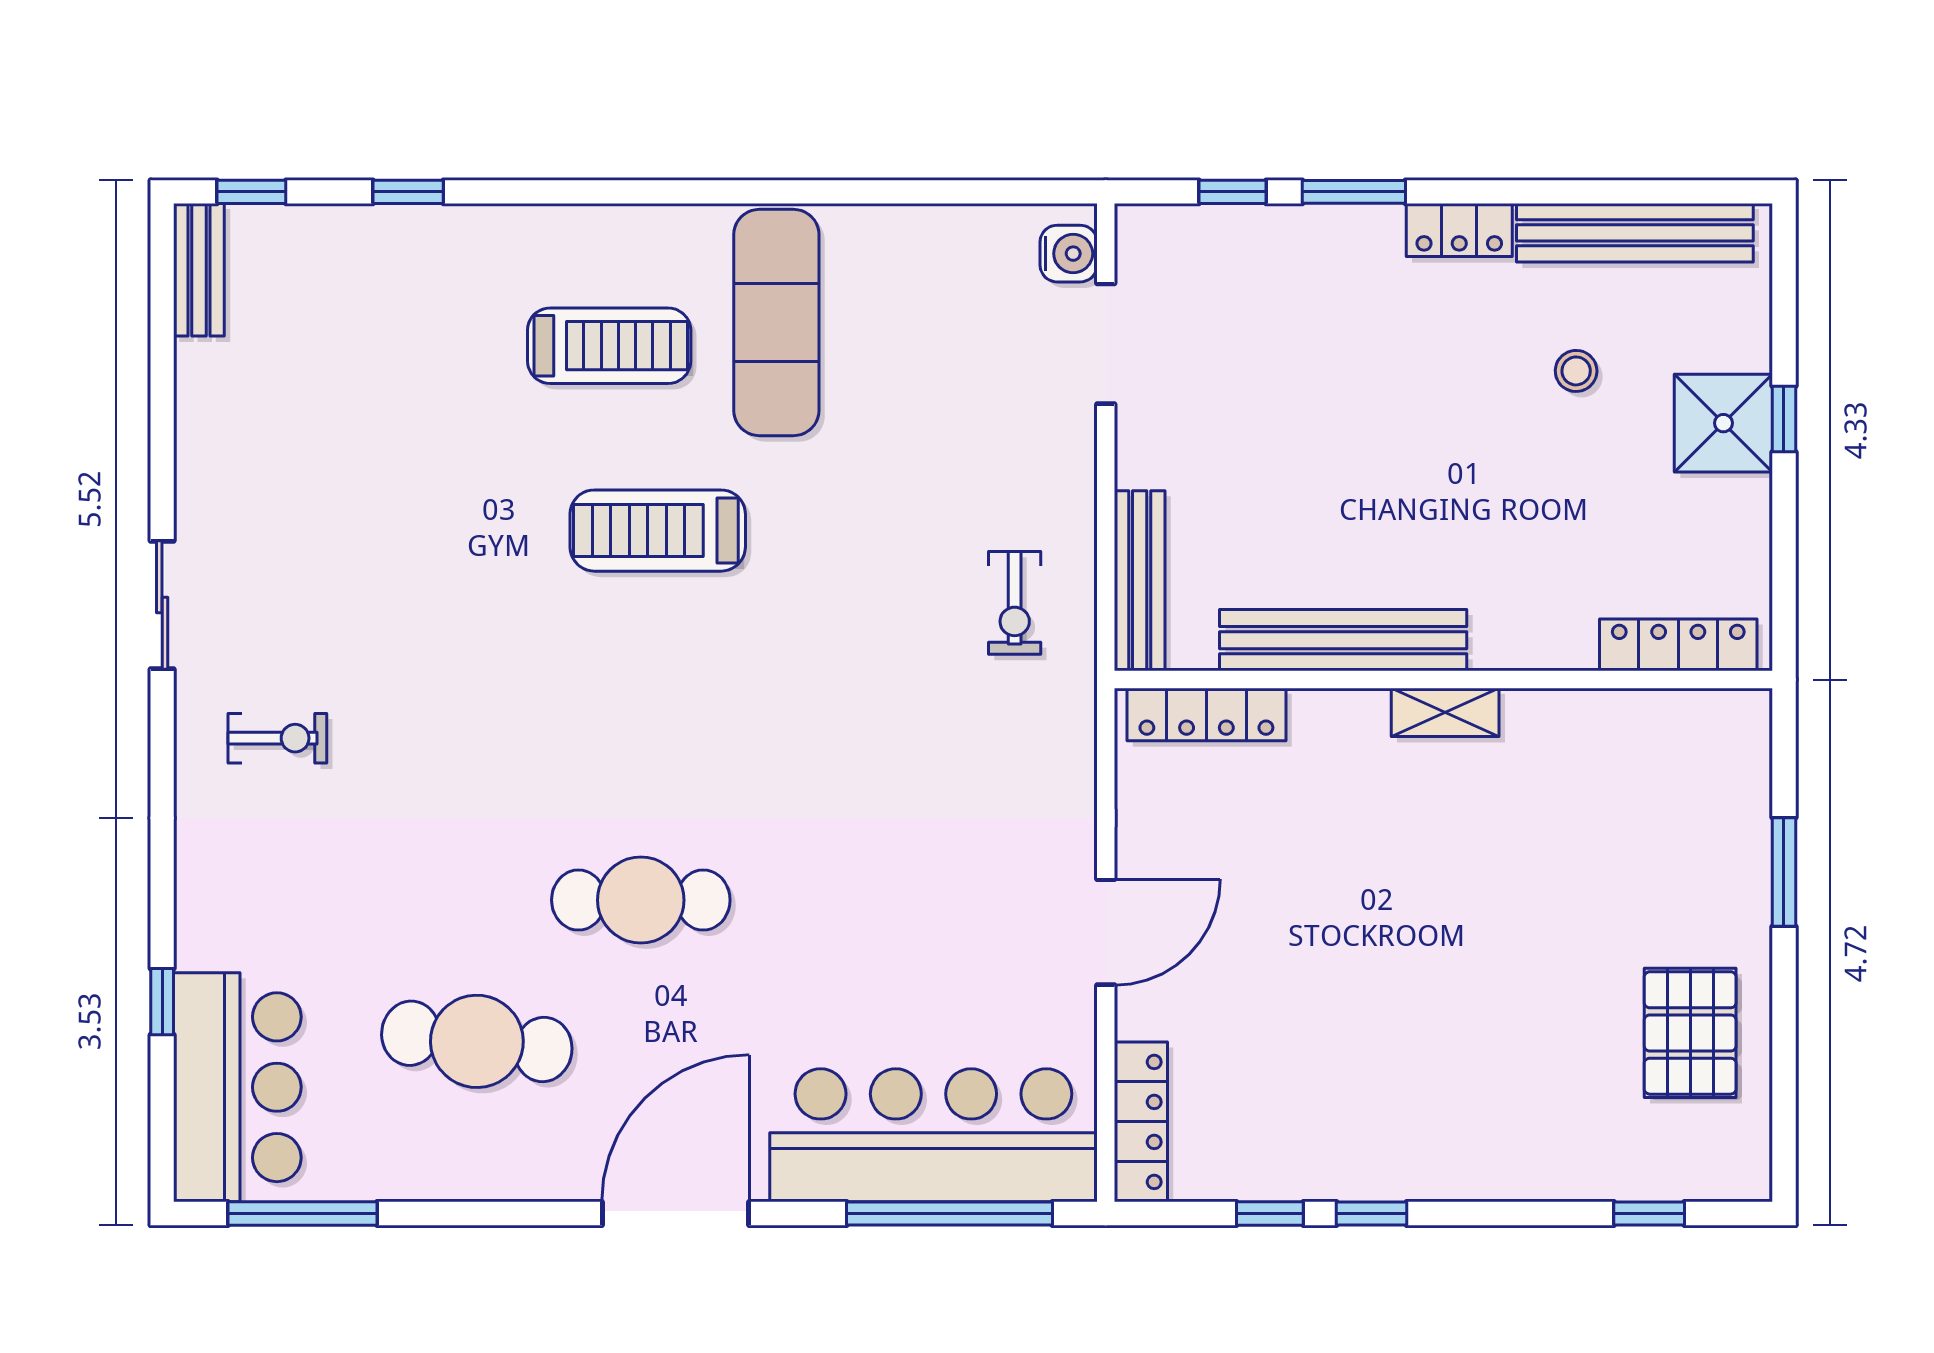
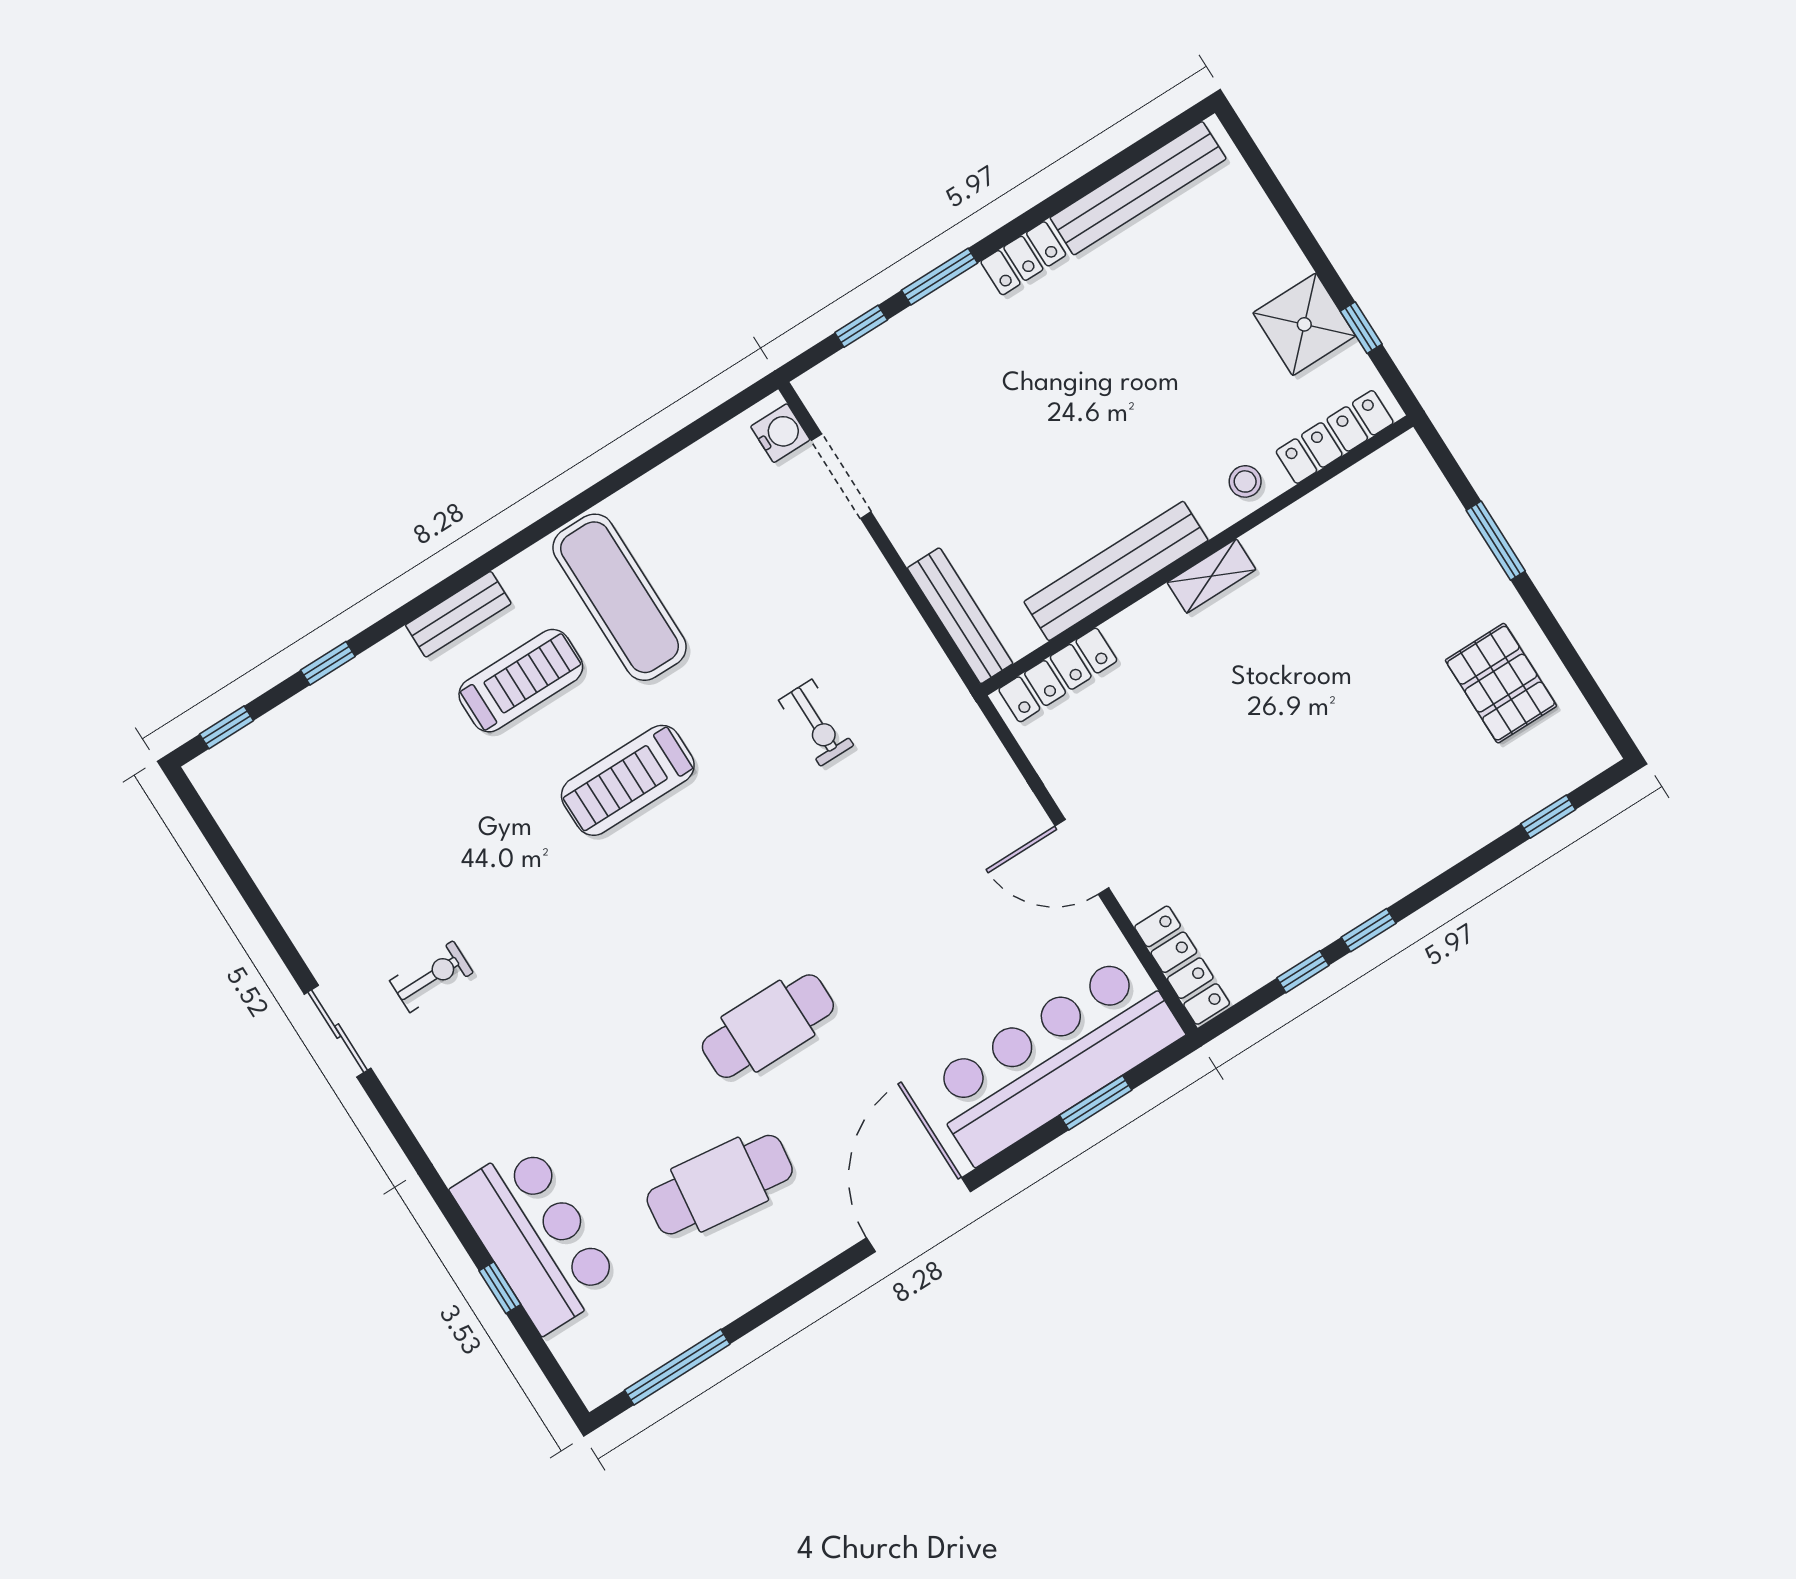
bench: (199, 270) -> (458, 614), moved, turned 90
stool: (1576, 371) -> (1245, 481), moved
window: (1784, 419) -> (1361, 328), moved
shower: (1723, 423) -> (1304, 324), moved
exercise bike: (1015, 603) -> (816, 723), moved
exercise bike: (277, 738) -> (431, 977), moved
door: (1106, 932) -> (1082, 857), swing flipped
bar counter: (237, 1087) -> (536, 1237), moved
window: (949, 1213) -> (1096, 1103), width x0.47

